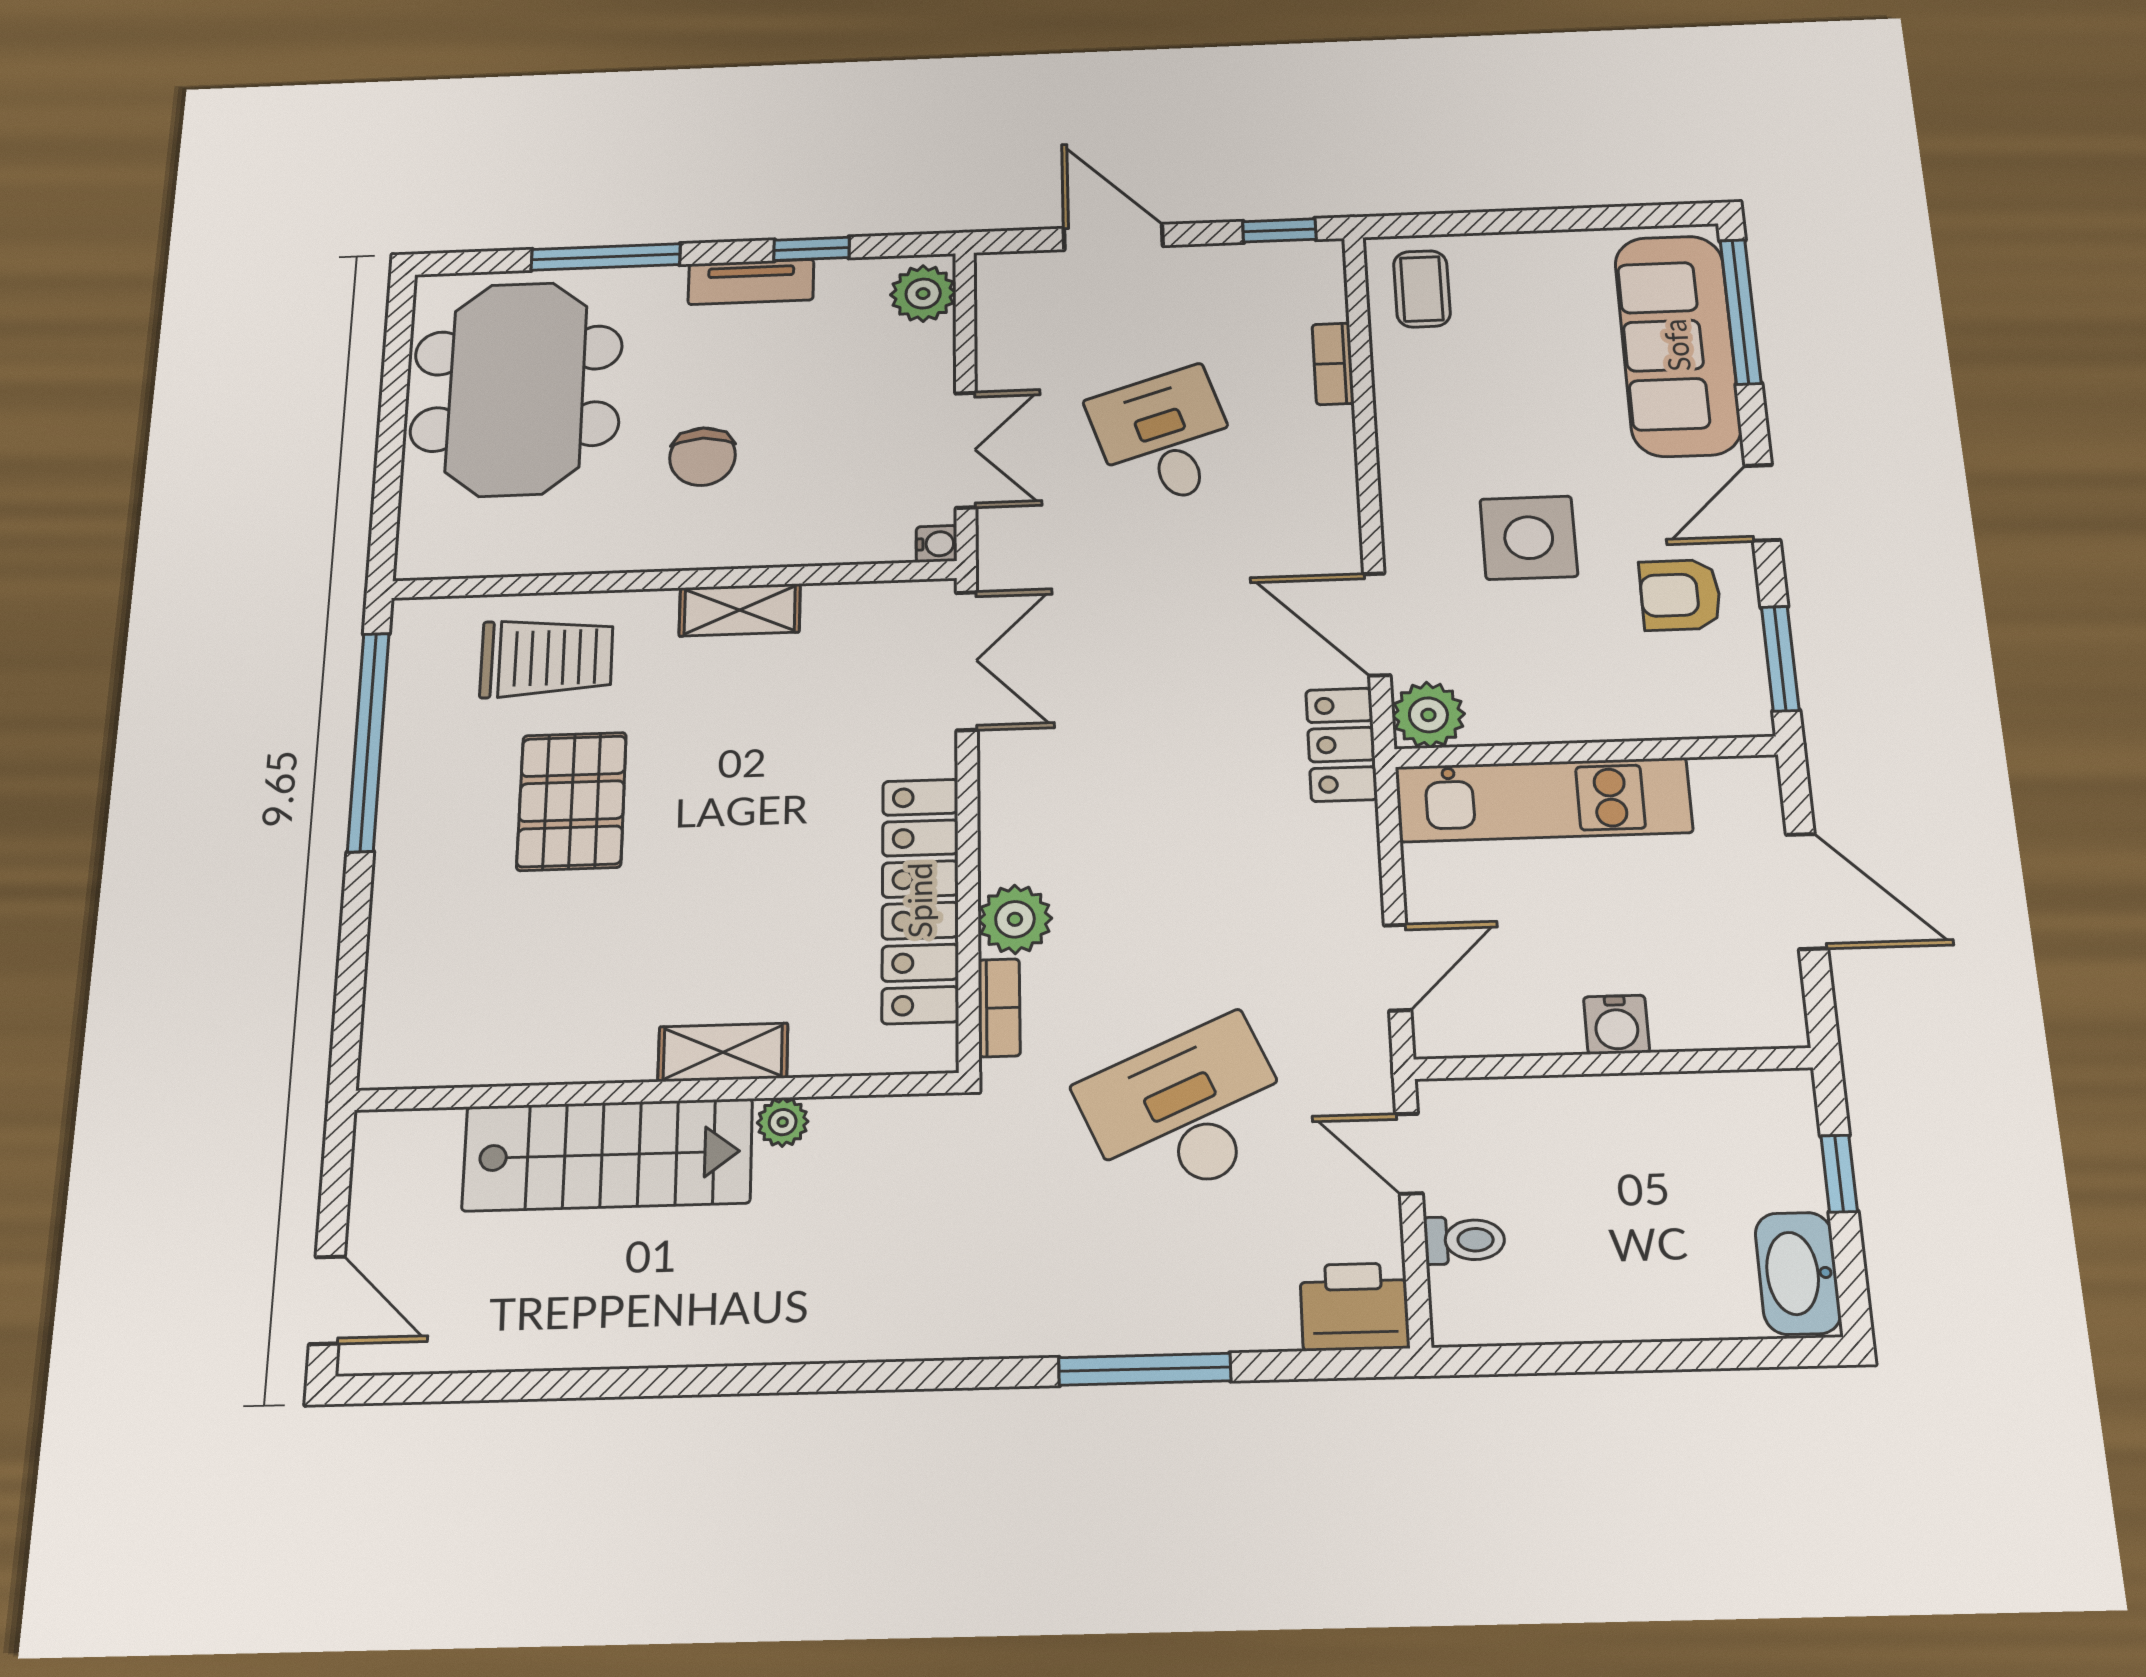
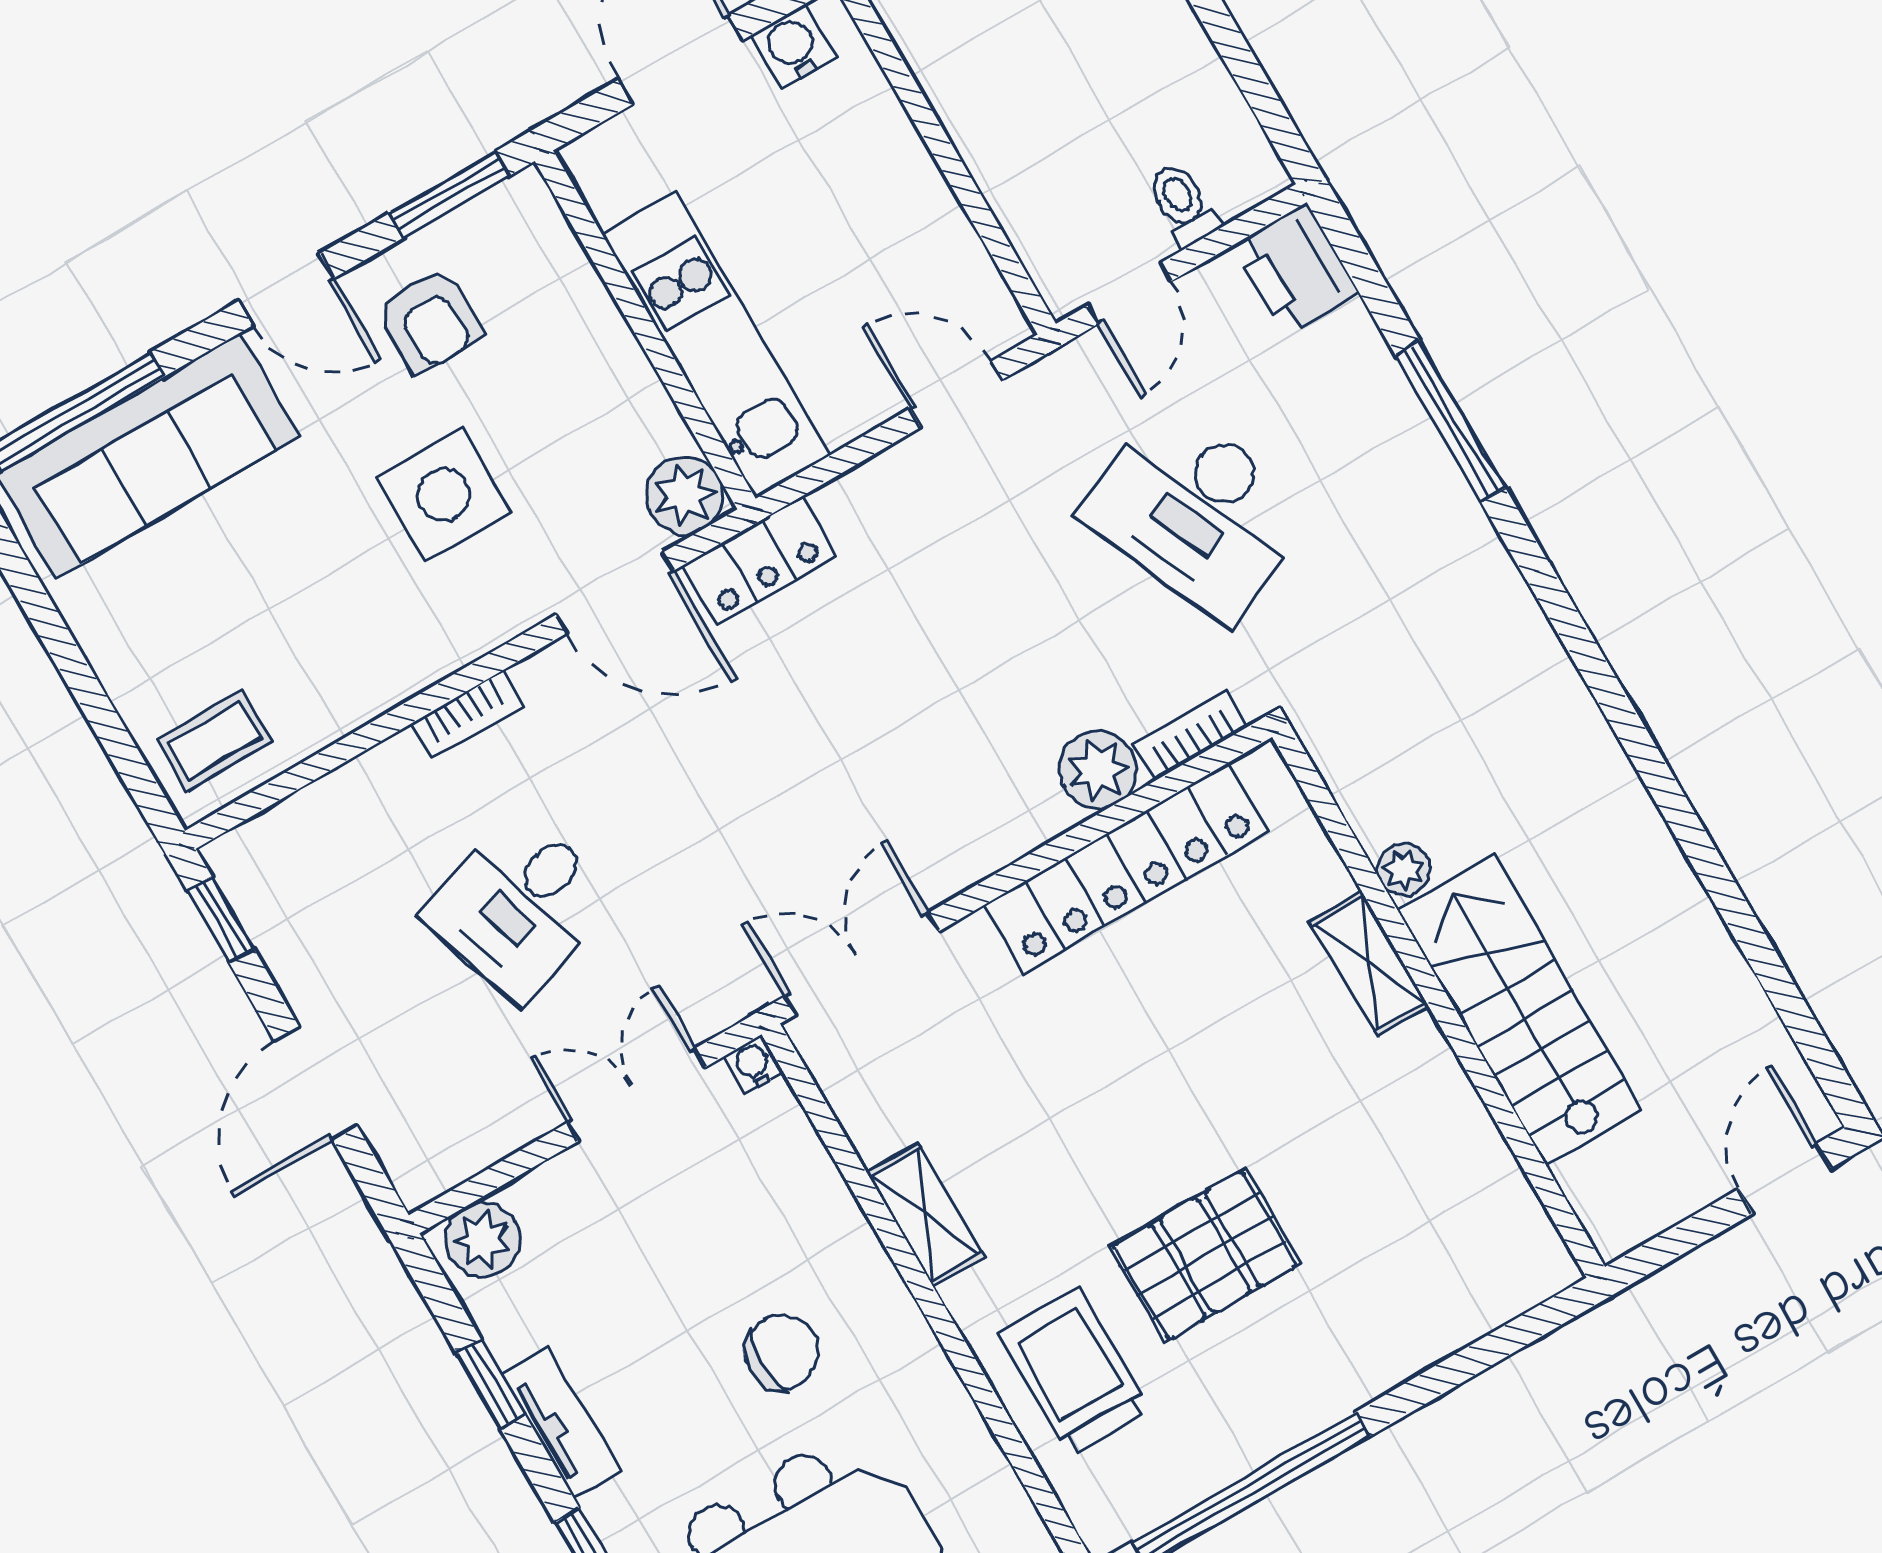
bookcase: (1333, 364) -> (467, 715), moved
door: (1377, 624) -> (615, 593), hinge flipped
water cooler: (1616, 1025) -> (793, 47), moved, turned -90

